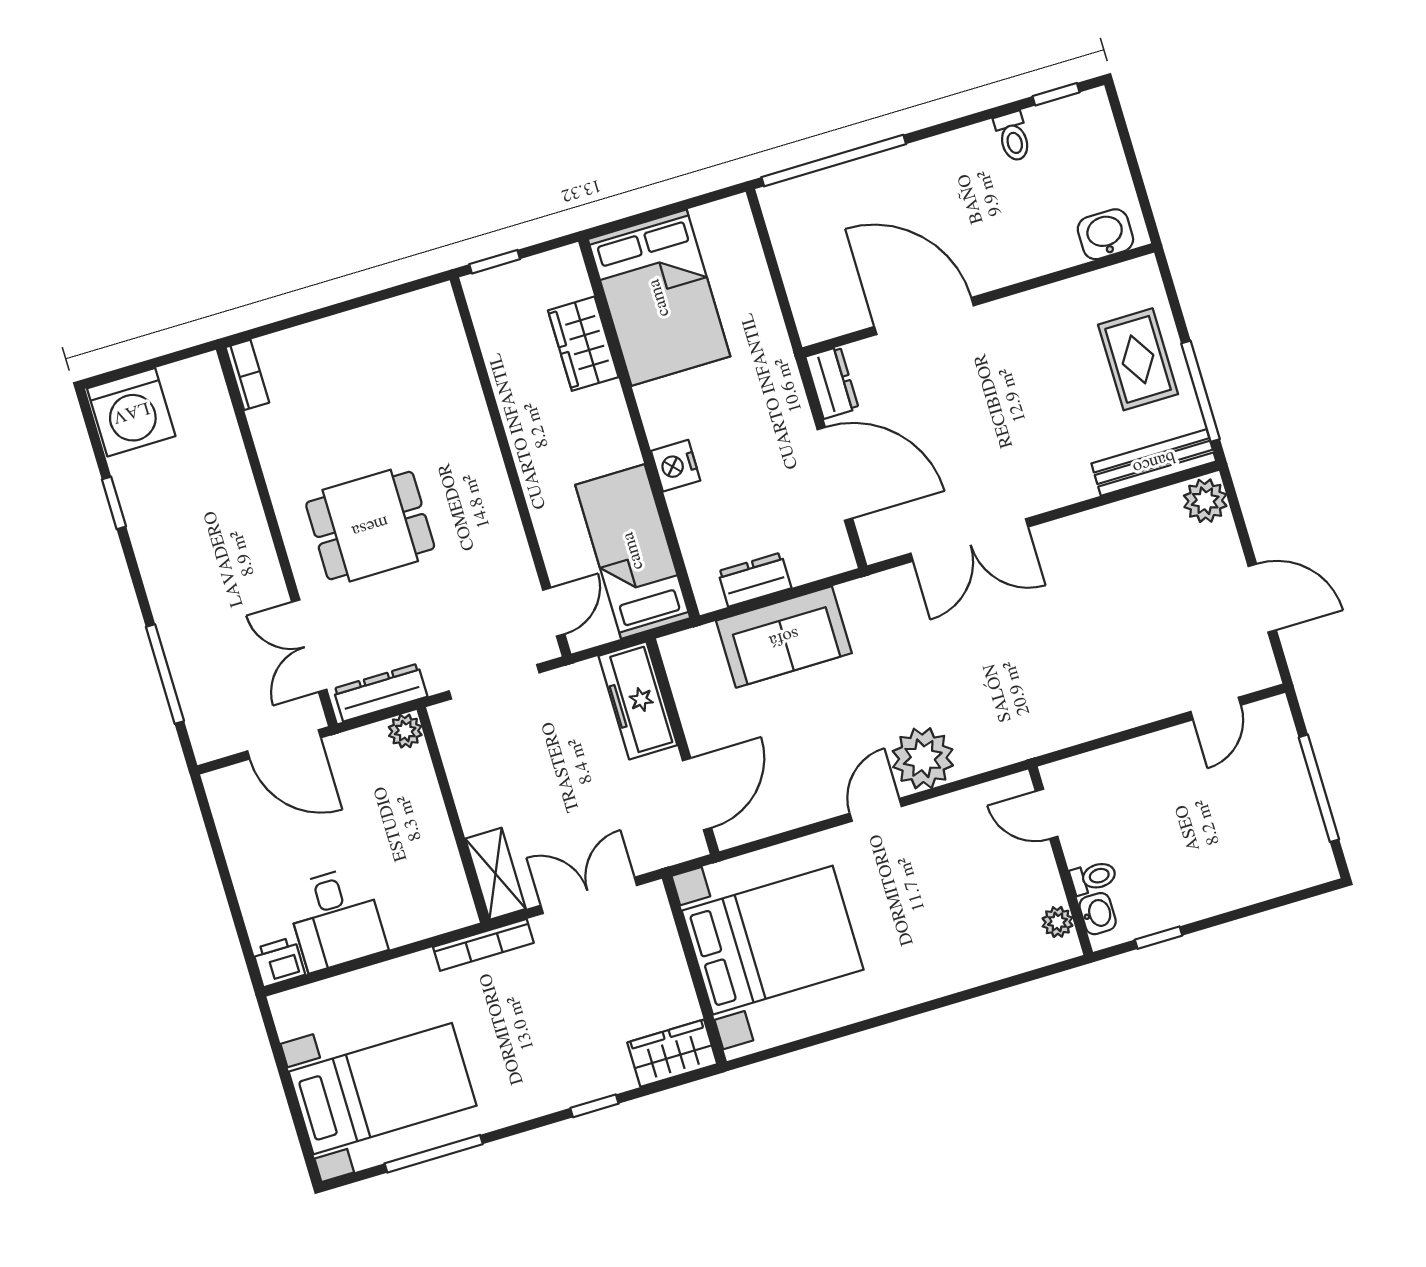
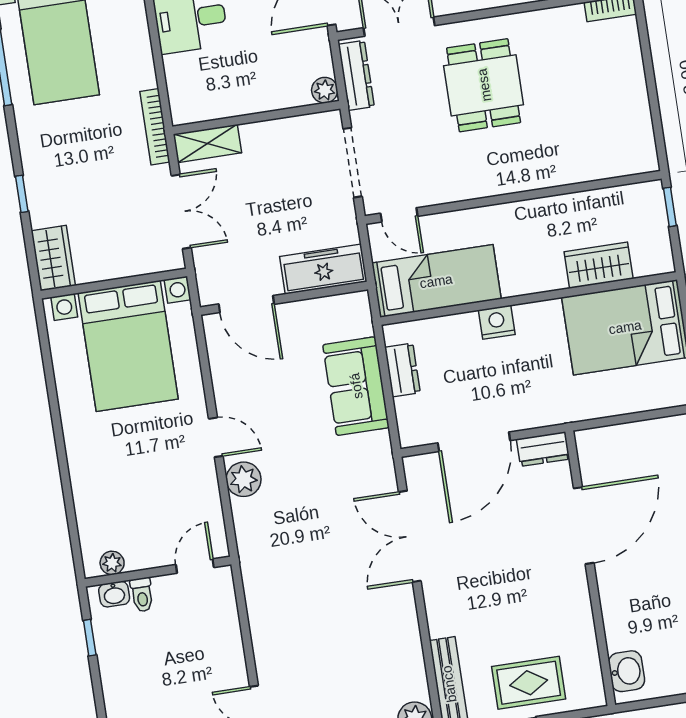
plant: (923, 758) -> (244, 479), width x0.73, depth x0.73

